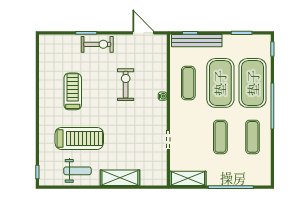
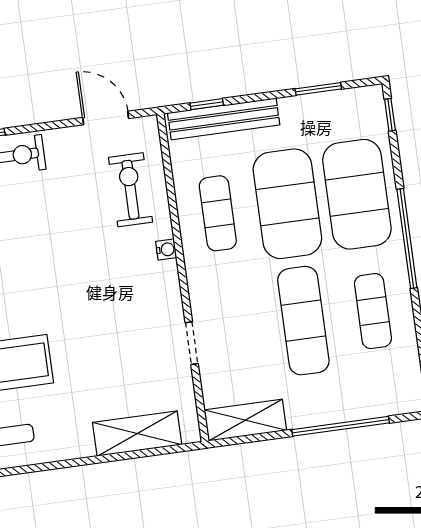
exercise bike: (126, 85) -> (130, 190), moved
exercise mat: (220, 137) -> (303, 321), width x1.36, depth x1.45
shelving: (120, 178) -> (137, 434), moved

